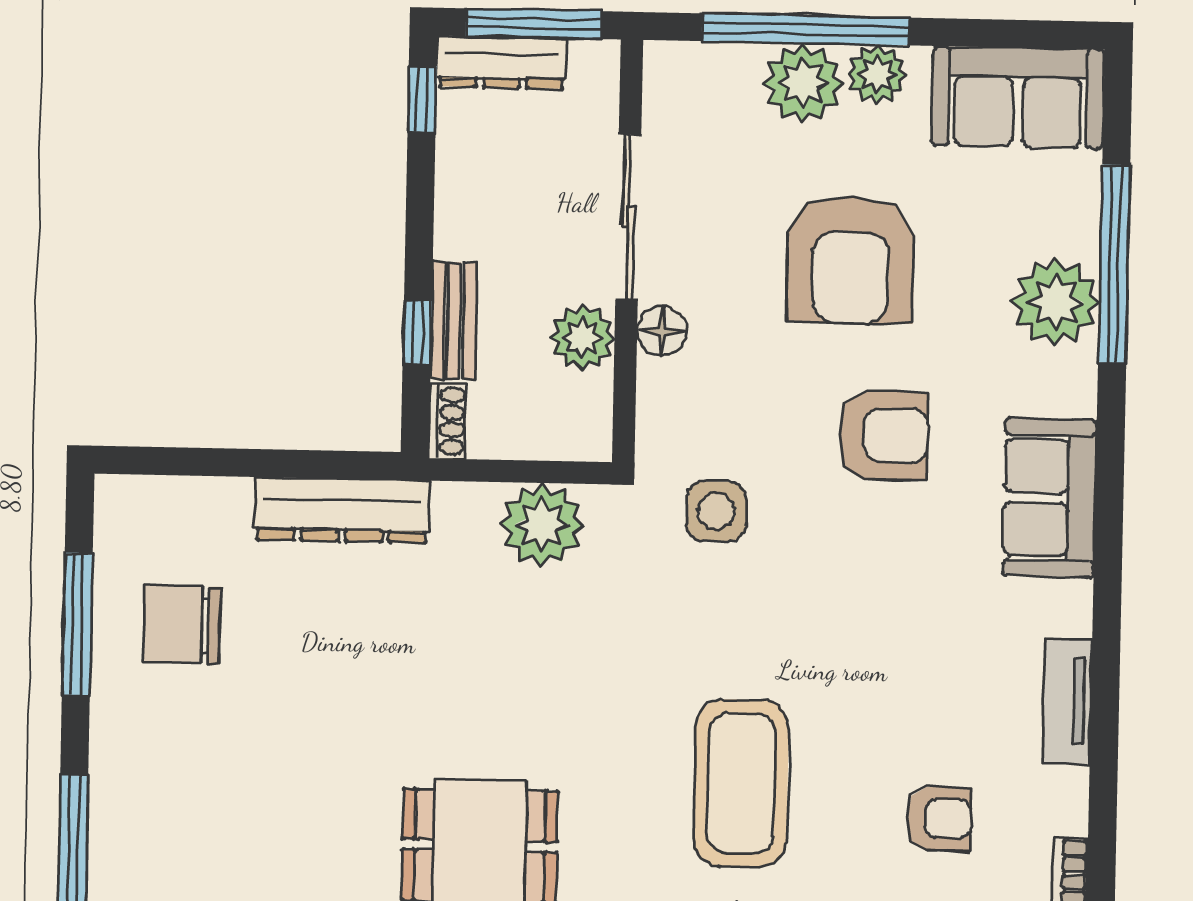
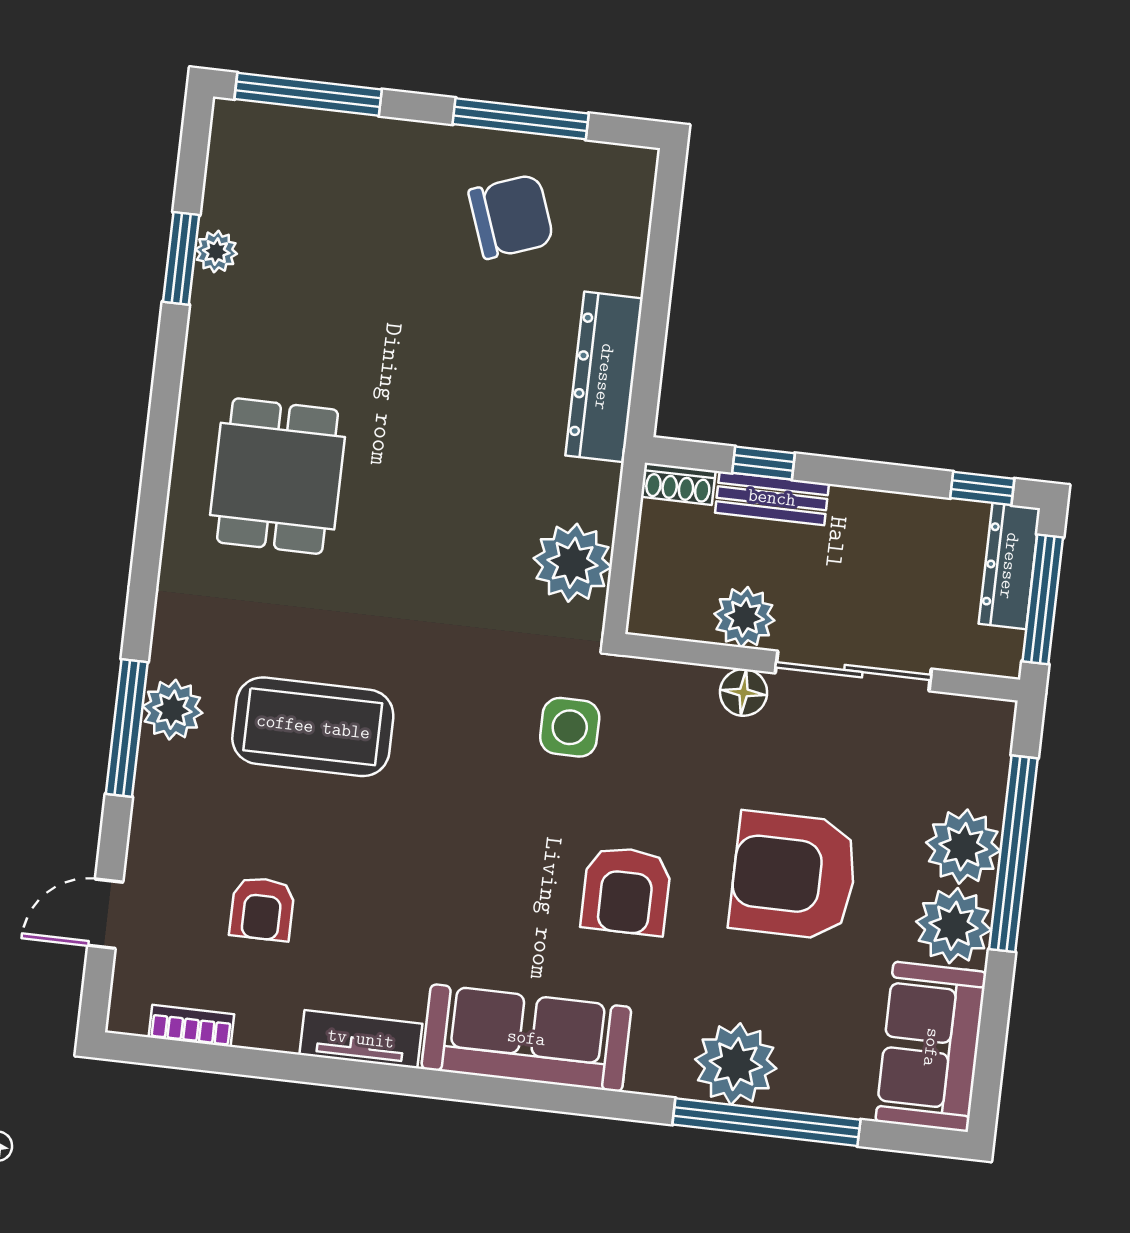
plant: (877, 74) -> (954, 926), width x1.36, depth x1.36
sofa: (1050, 498) -> (526, 1038), width x1.36
chair: (182, 624) -> (511, 217), turned 70

